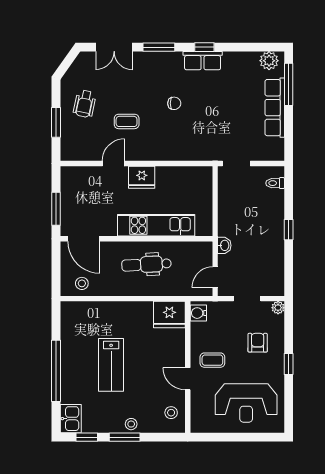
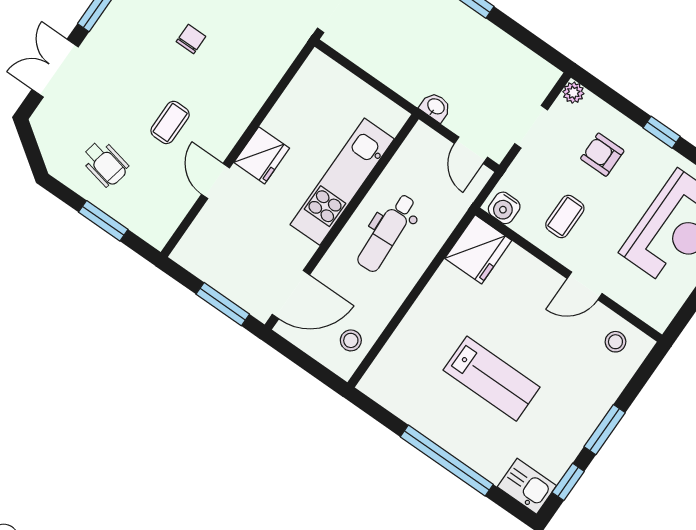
double door: (114, 47) -> (55, 68), swing flipped
coffee table: (212, 360) -> (565, 216), moved
stool: (131, 424) -> (593, 408), removed

